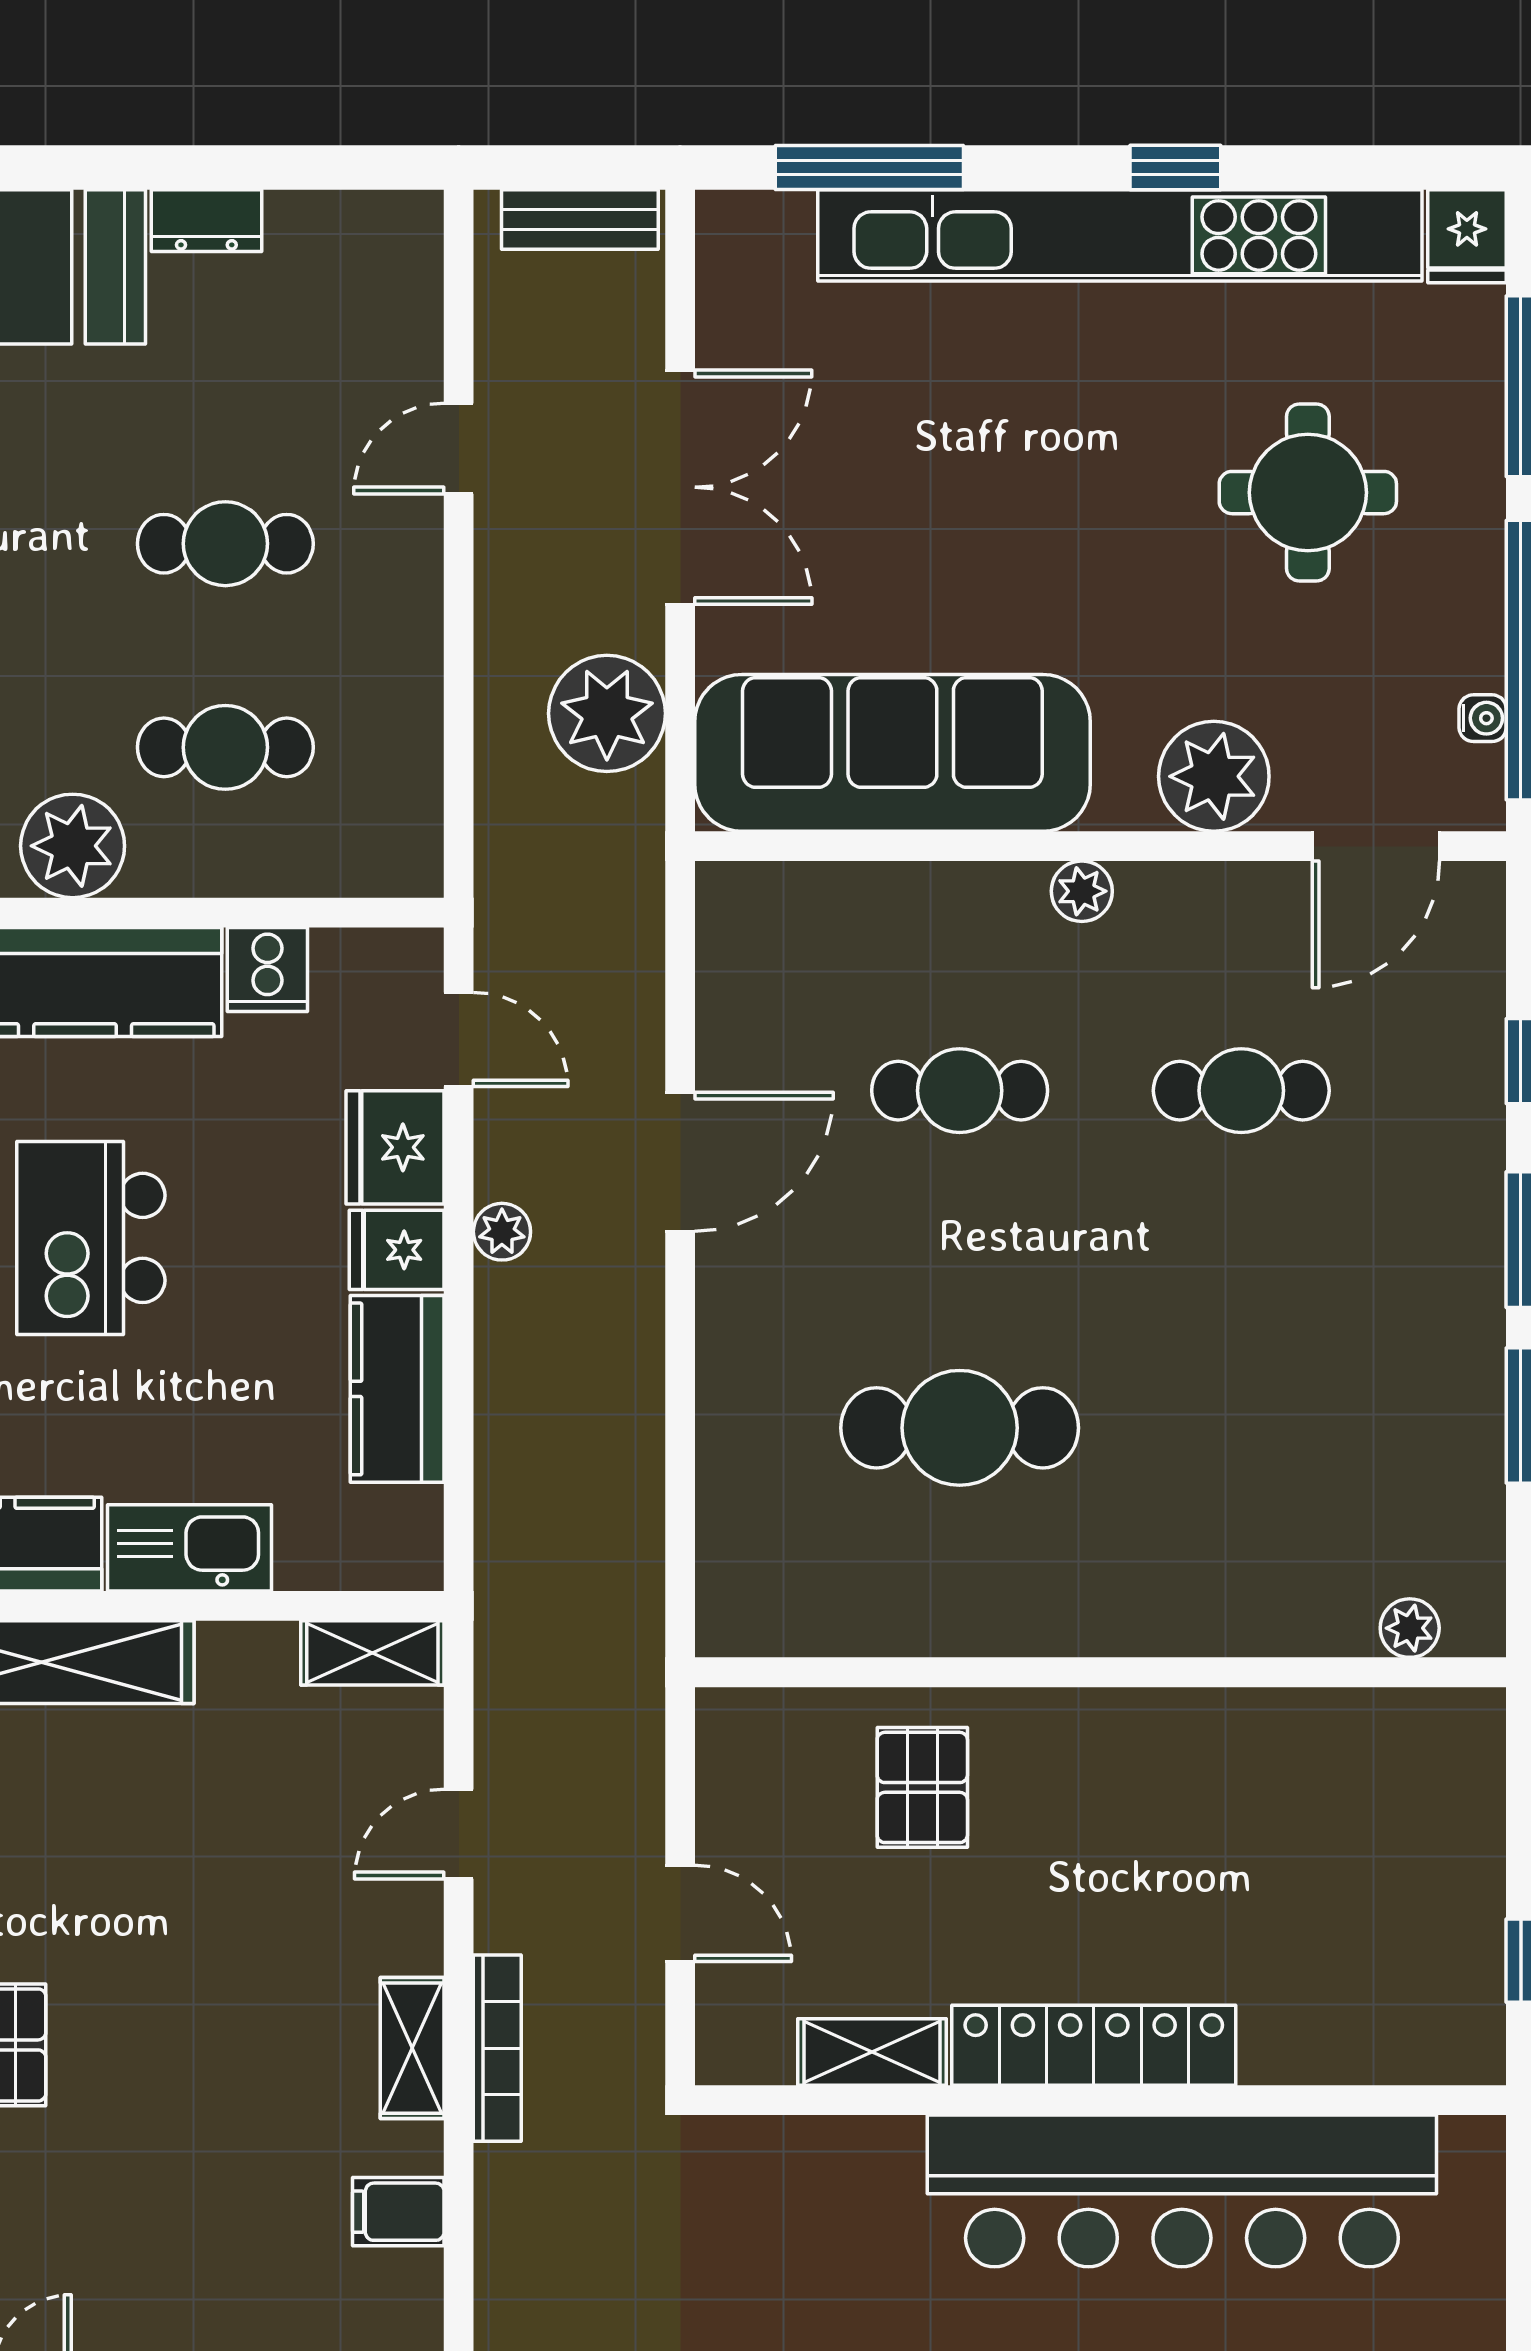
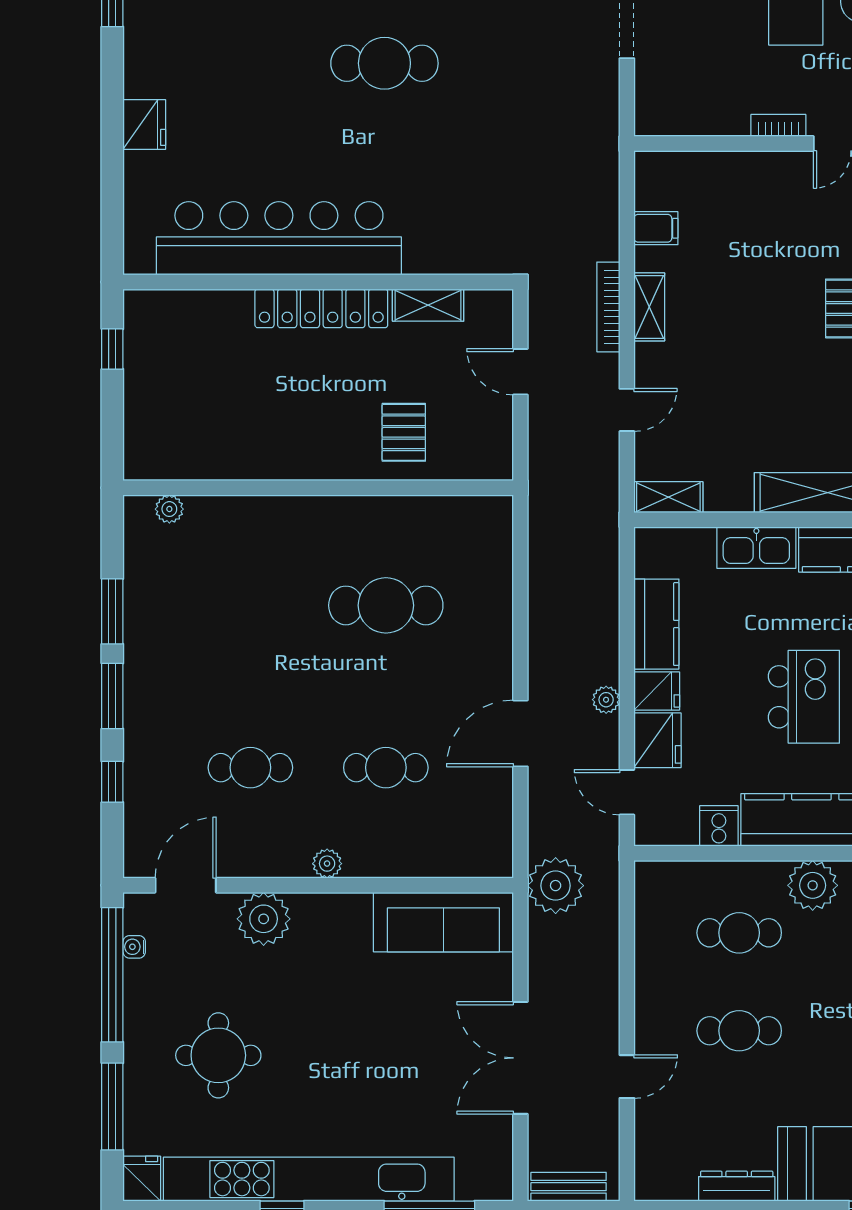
dresser: (206, 221) -> (737, 1186), width x1.44
plant: (607, 713) -> (556, 886), moved
sofa: (892, 753) -> (443, 922), width x0.74, depth x0.79

